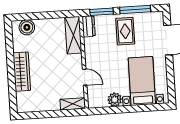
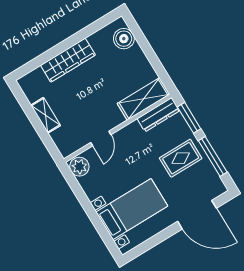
dresser: (89, 26) -> (158, 115), width x1.44
plant: (115, 100) -> (79, 167), moved
shelving: (73, 104) -> (46, 115), moved

